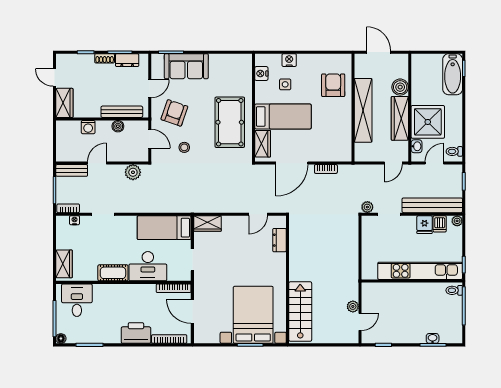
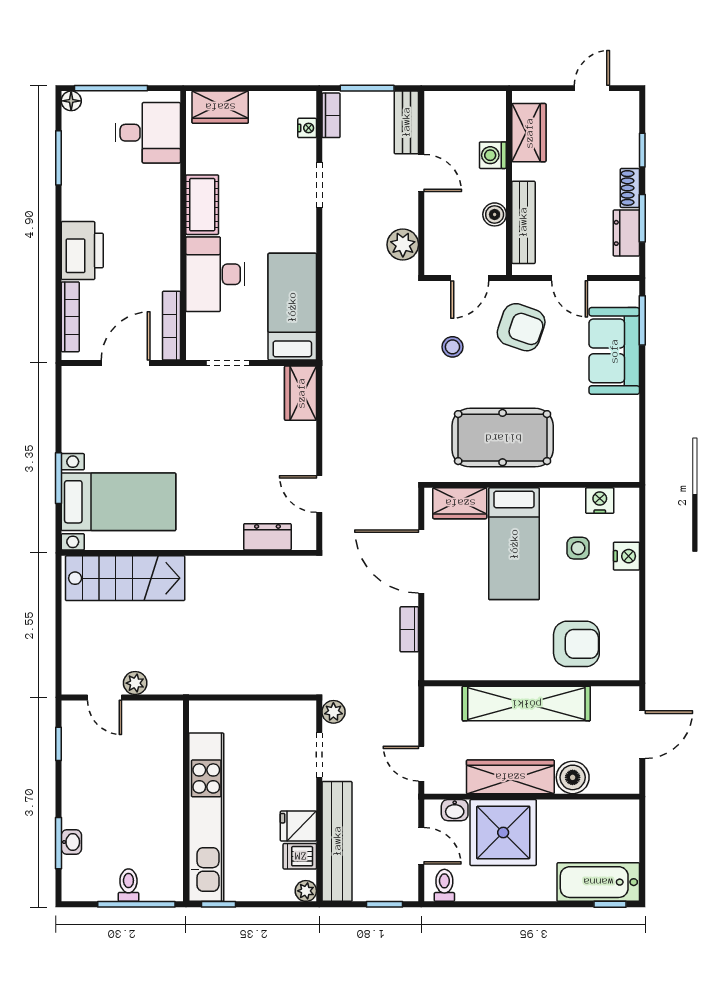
wardrobe: (64, 103) -> (529, 133), moved, turned -90
toilet: (454, 290) -> (128, 885), moved
bed with nightstands: (253, 315) -> (118, 502), width x0.73

